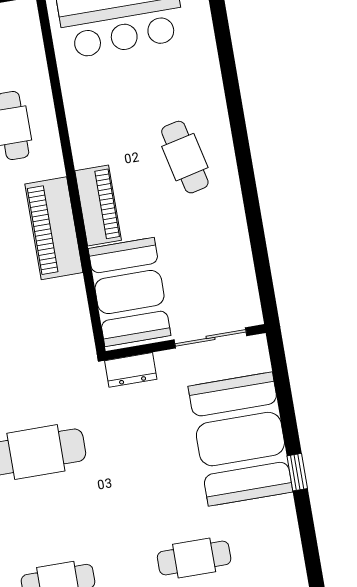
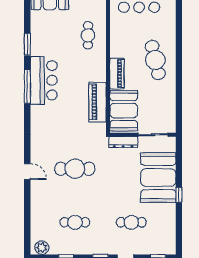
cafe table: (185, 157) -> (155, 60), width x1.37, depth x1.35
piano: (54, 228) -> (98, 102), moved
dresser: (131, 370) -> (123, 142), width x1.44

